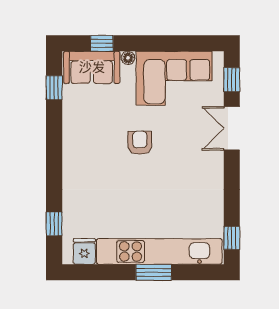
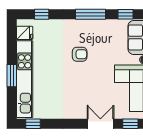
armchair: (140, 143) -> (80, 54), moved
window: (54, 144) -> (91, 14), added

